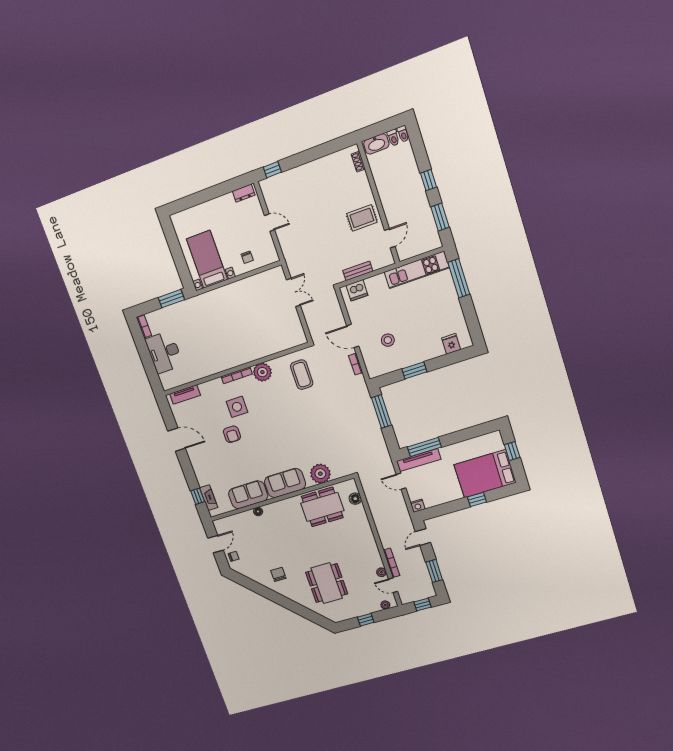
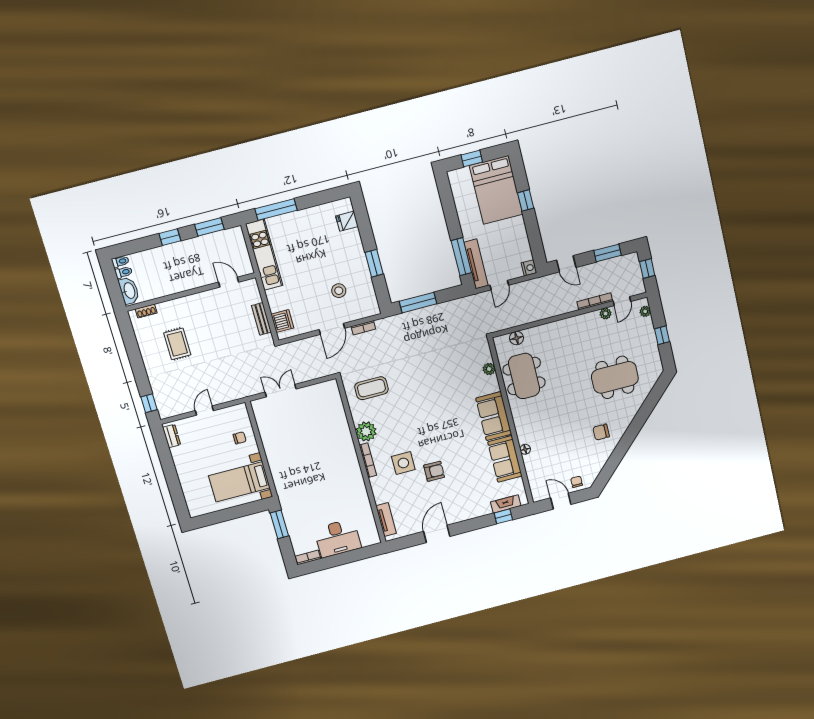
rug: (362, 218) -> (177, 344), moved
plant: (320, 474) -> (489, 369), width x0.53, depth x0.53

